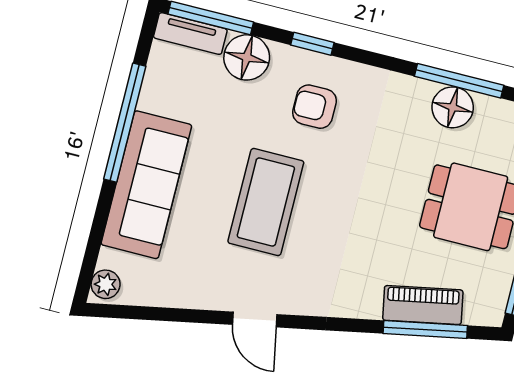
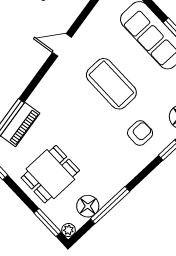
floor lamp: (453, 107) -> (88, 206), moved

